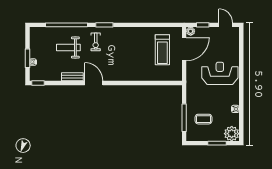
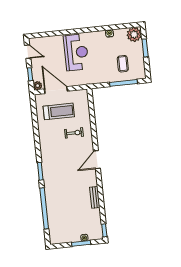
door: (226, 25) -> (28, 52), swing flipped
exercise bike: (96, 42) -> (74, 133), moved
weight bench: (68, 48) -> (66, 204), removed
reception desk: (220, 73) -> (76, 52), turned 180
door: (94, 83) -> (97, 160), moved

